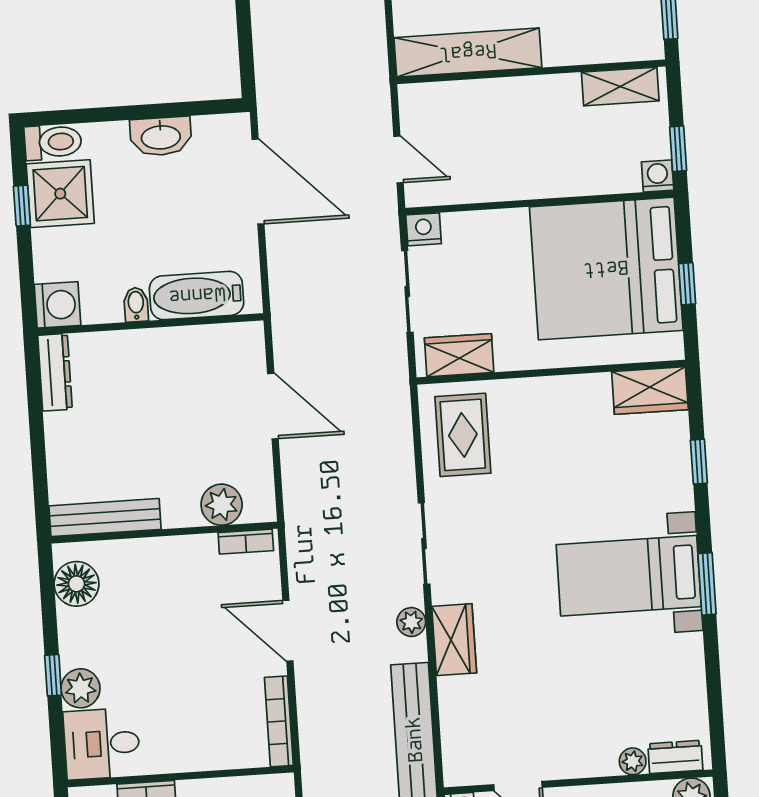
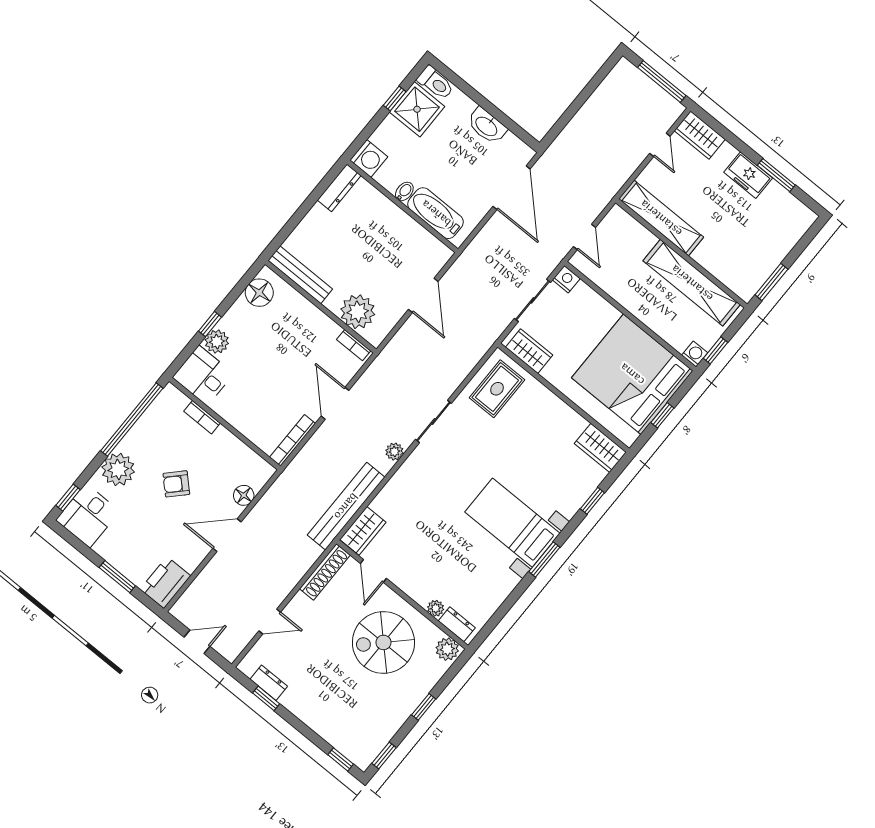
shelving: (620, 87) -> (692, 283), width x2.20, depth x1.33
plant: (222, 505) -> (358, 312), width x1.36, depth x1.36
wardrobe: (454, 640) -> (363, 531), moved

